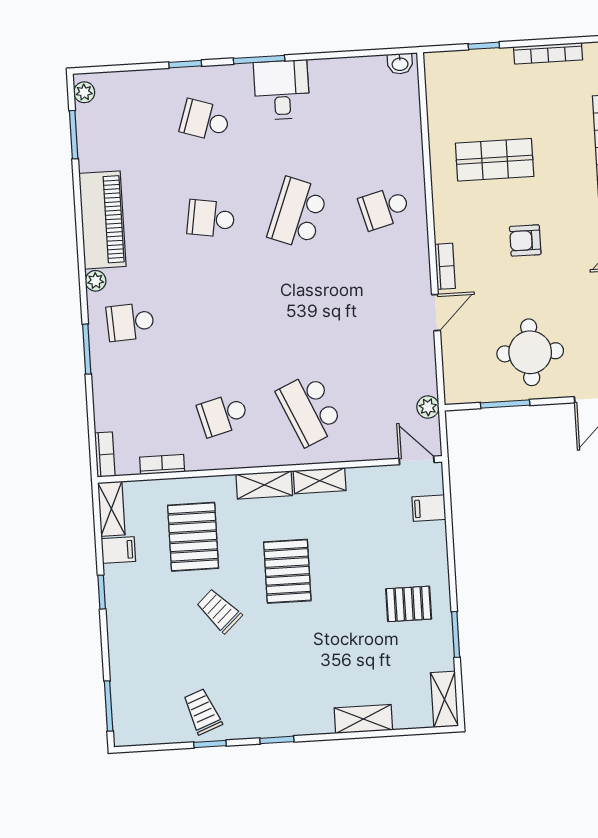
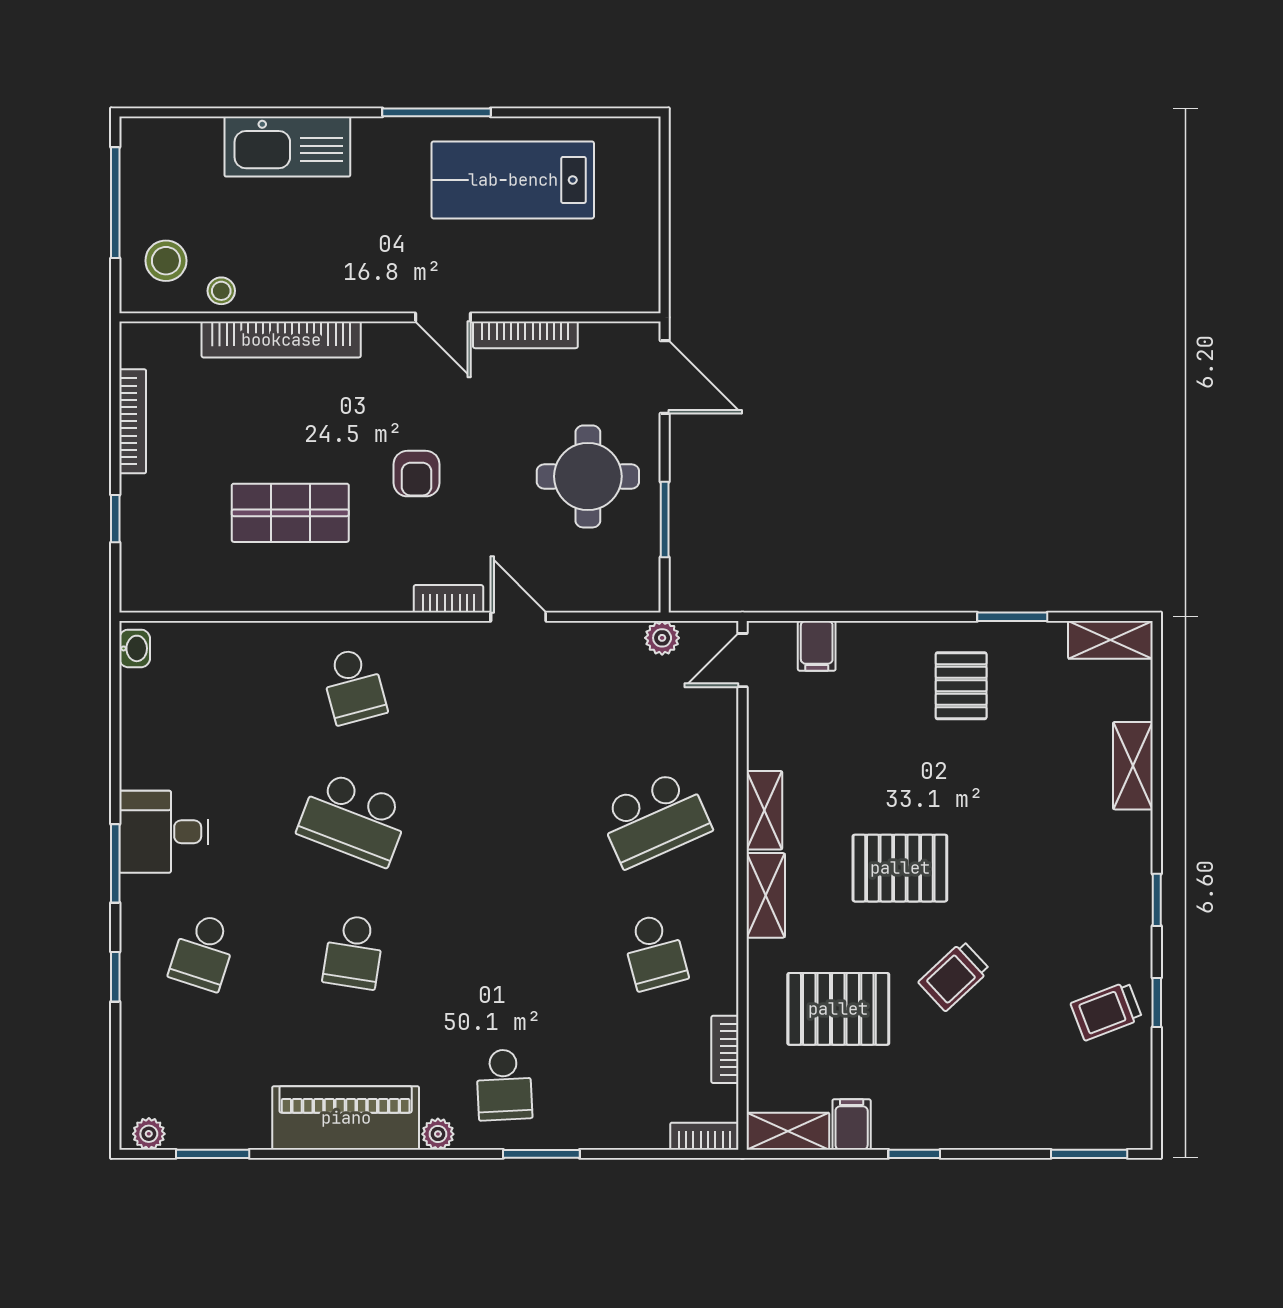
shop shelf: (495, 160) -> (290, 513), turned 90

